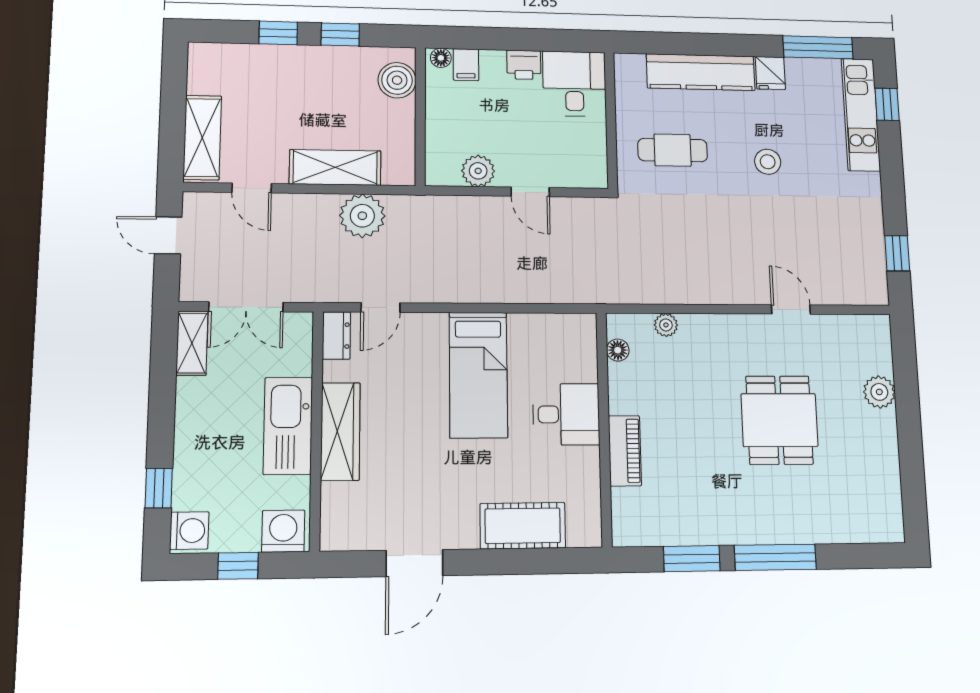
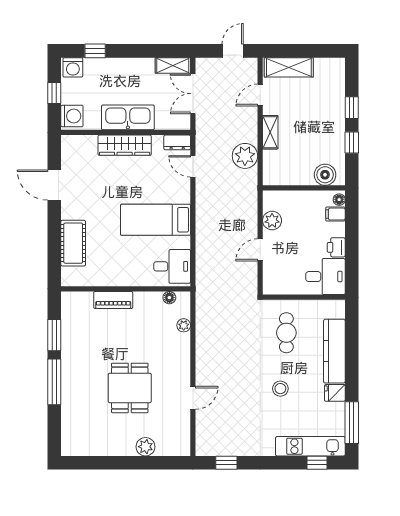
shelving: (335, 167) -> (270, 132), width x0.67, depth x0.75
desk: (566, 414) -> (172, 266), moved, turned -90
dining table: (779, 420) -> (130, 388), turned 90

